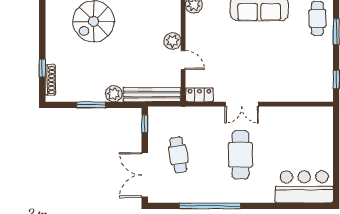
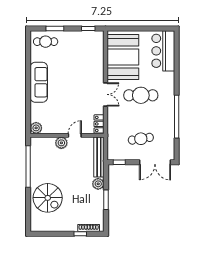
booth: (295, 129) -> (123, 57), added

